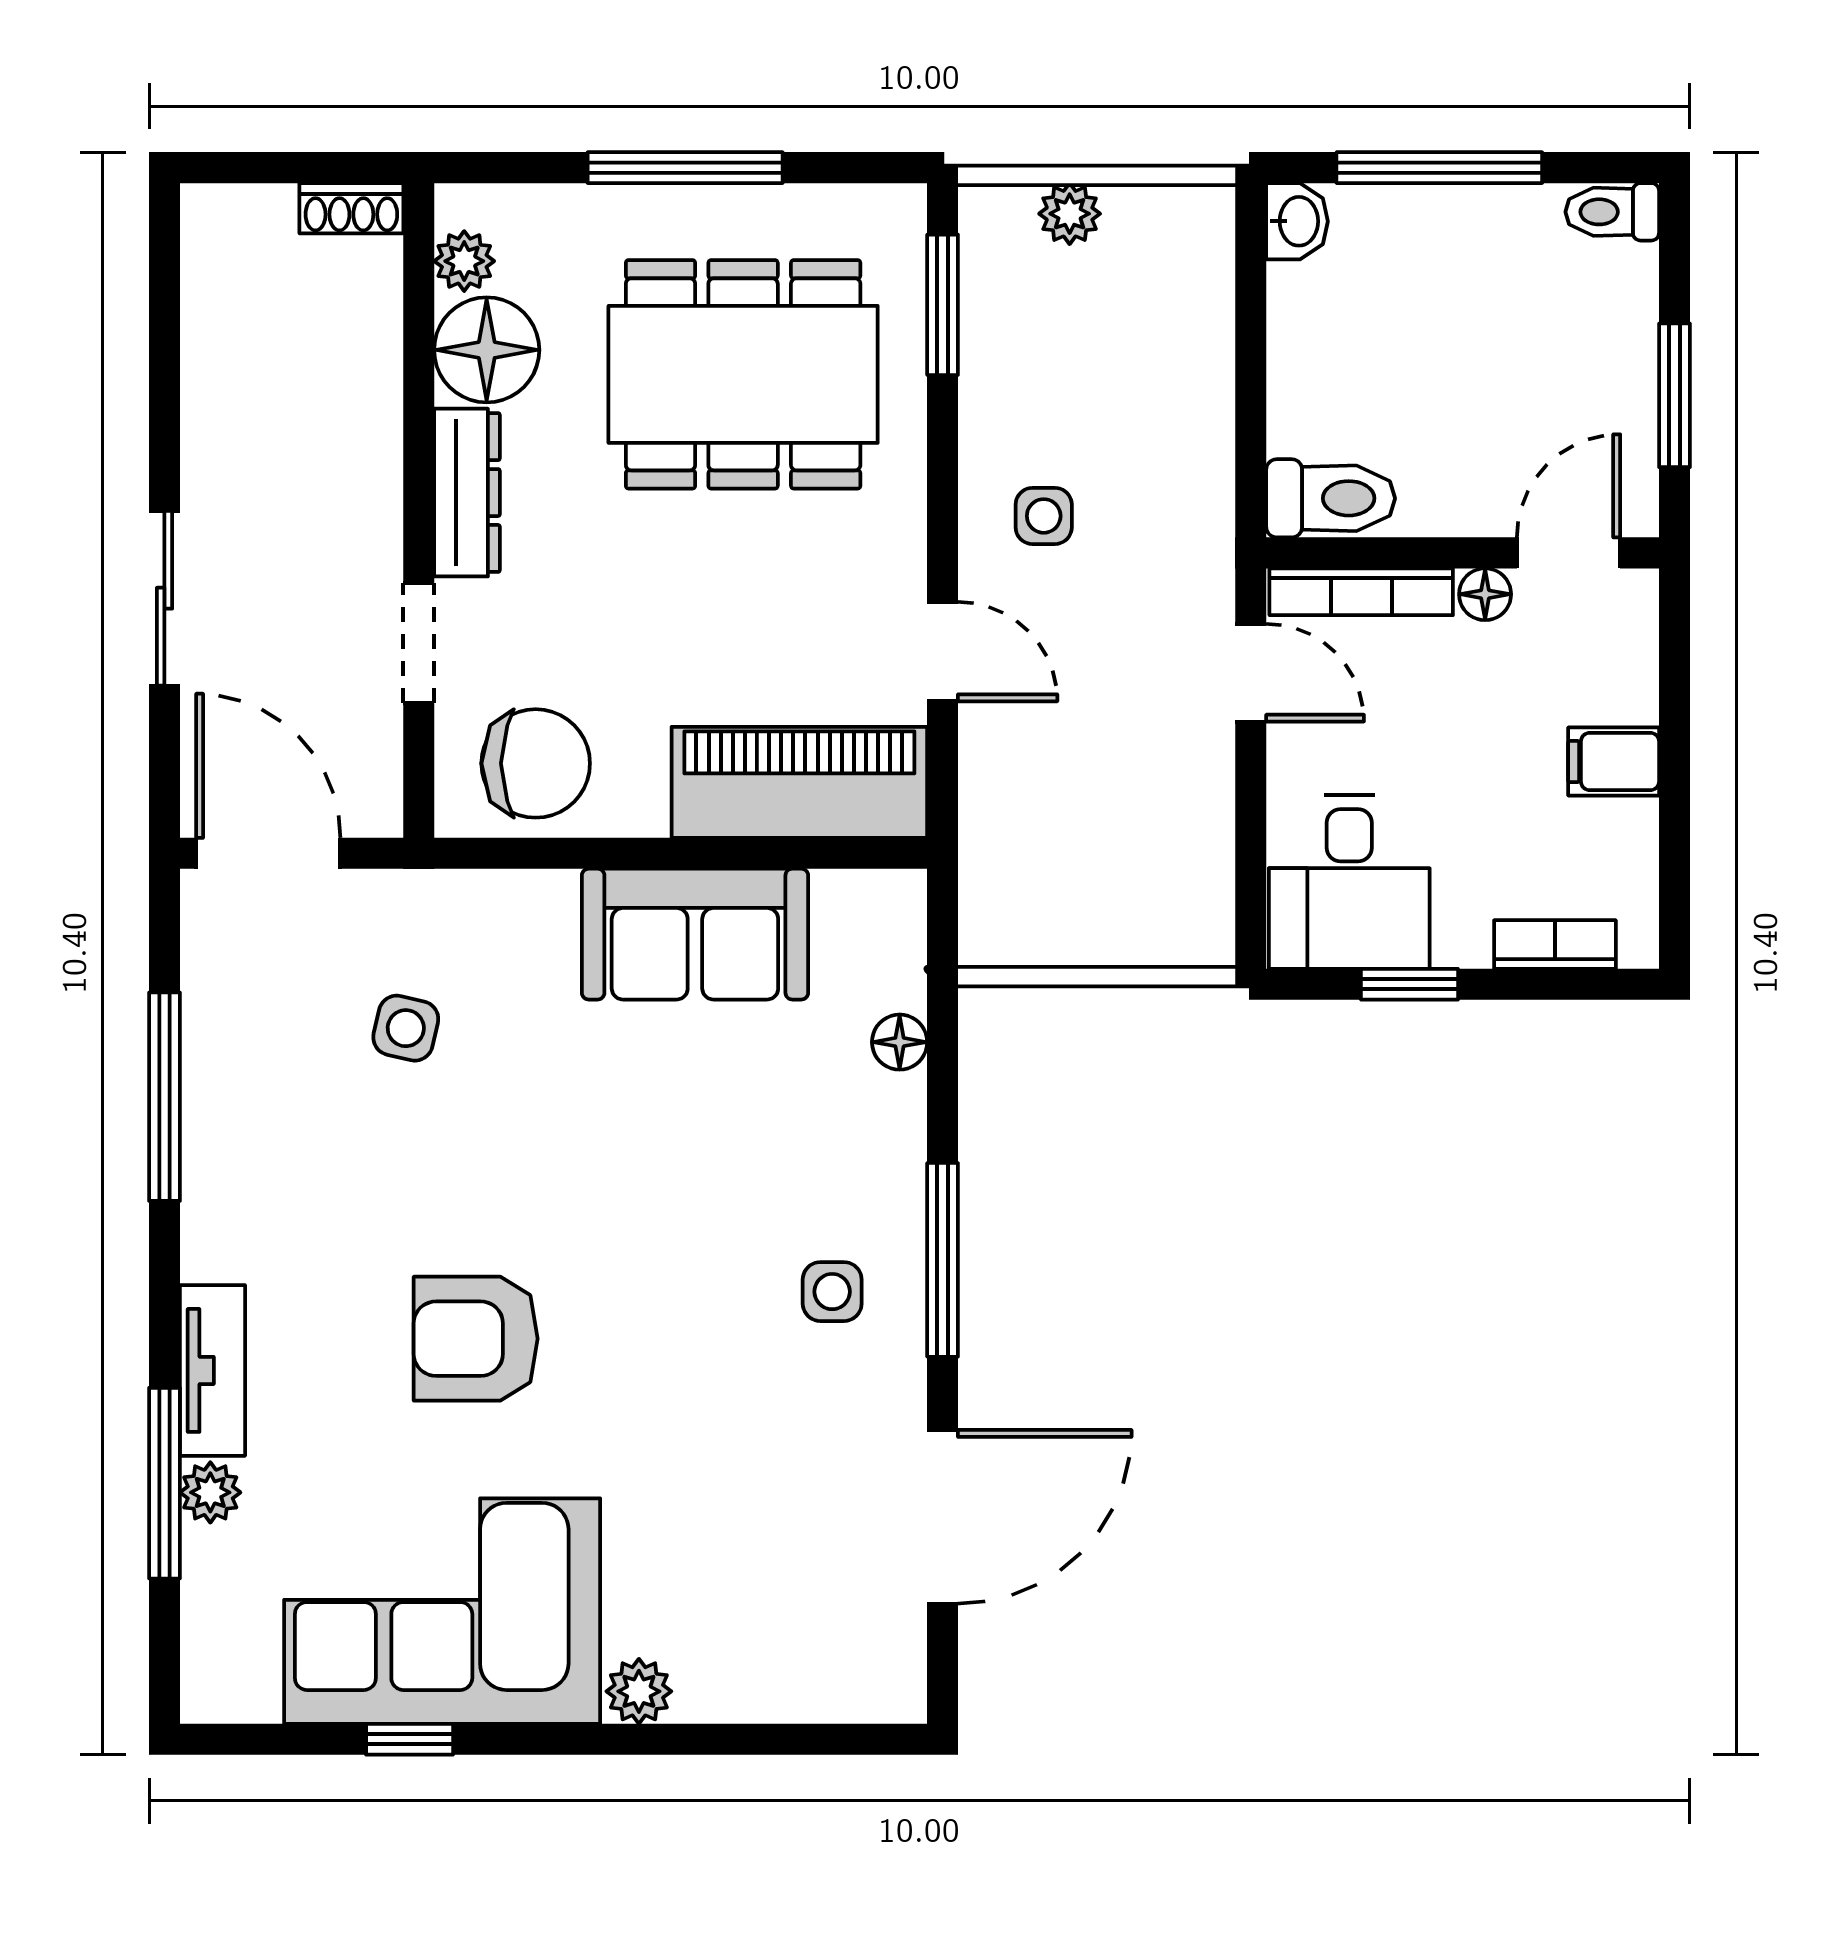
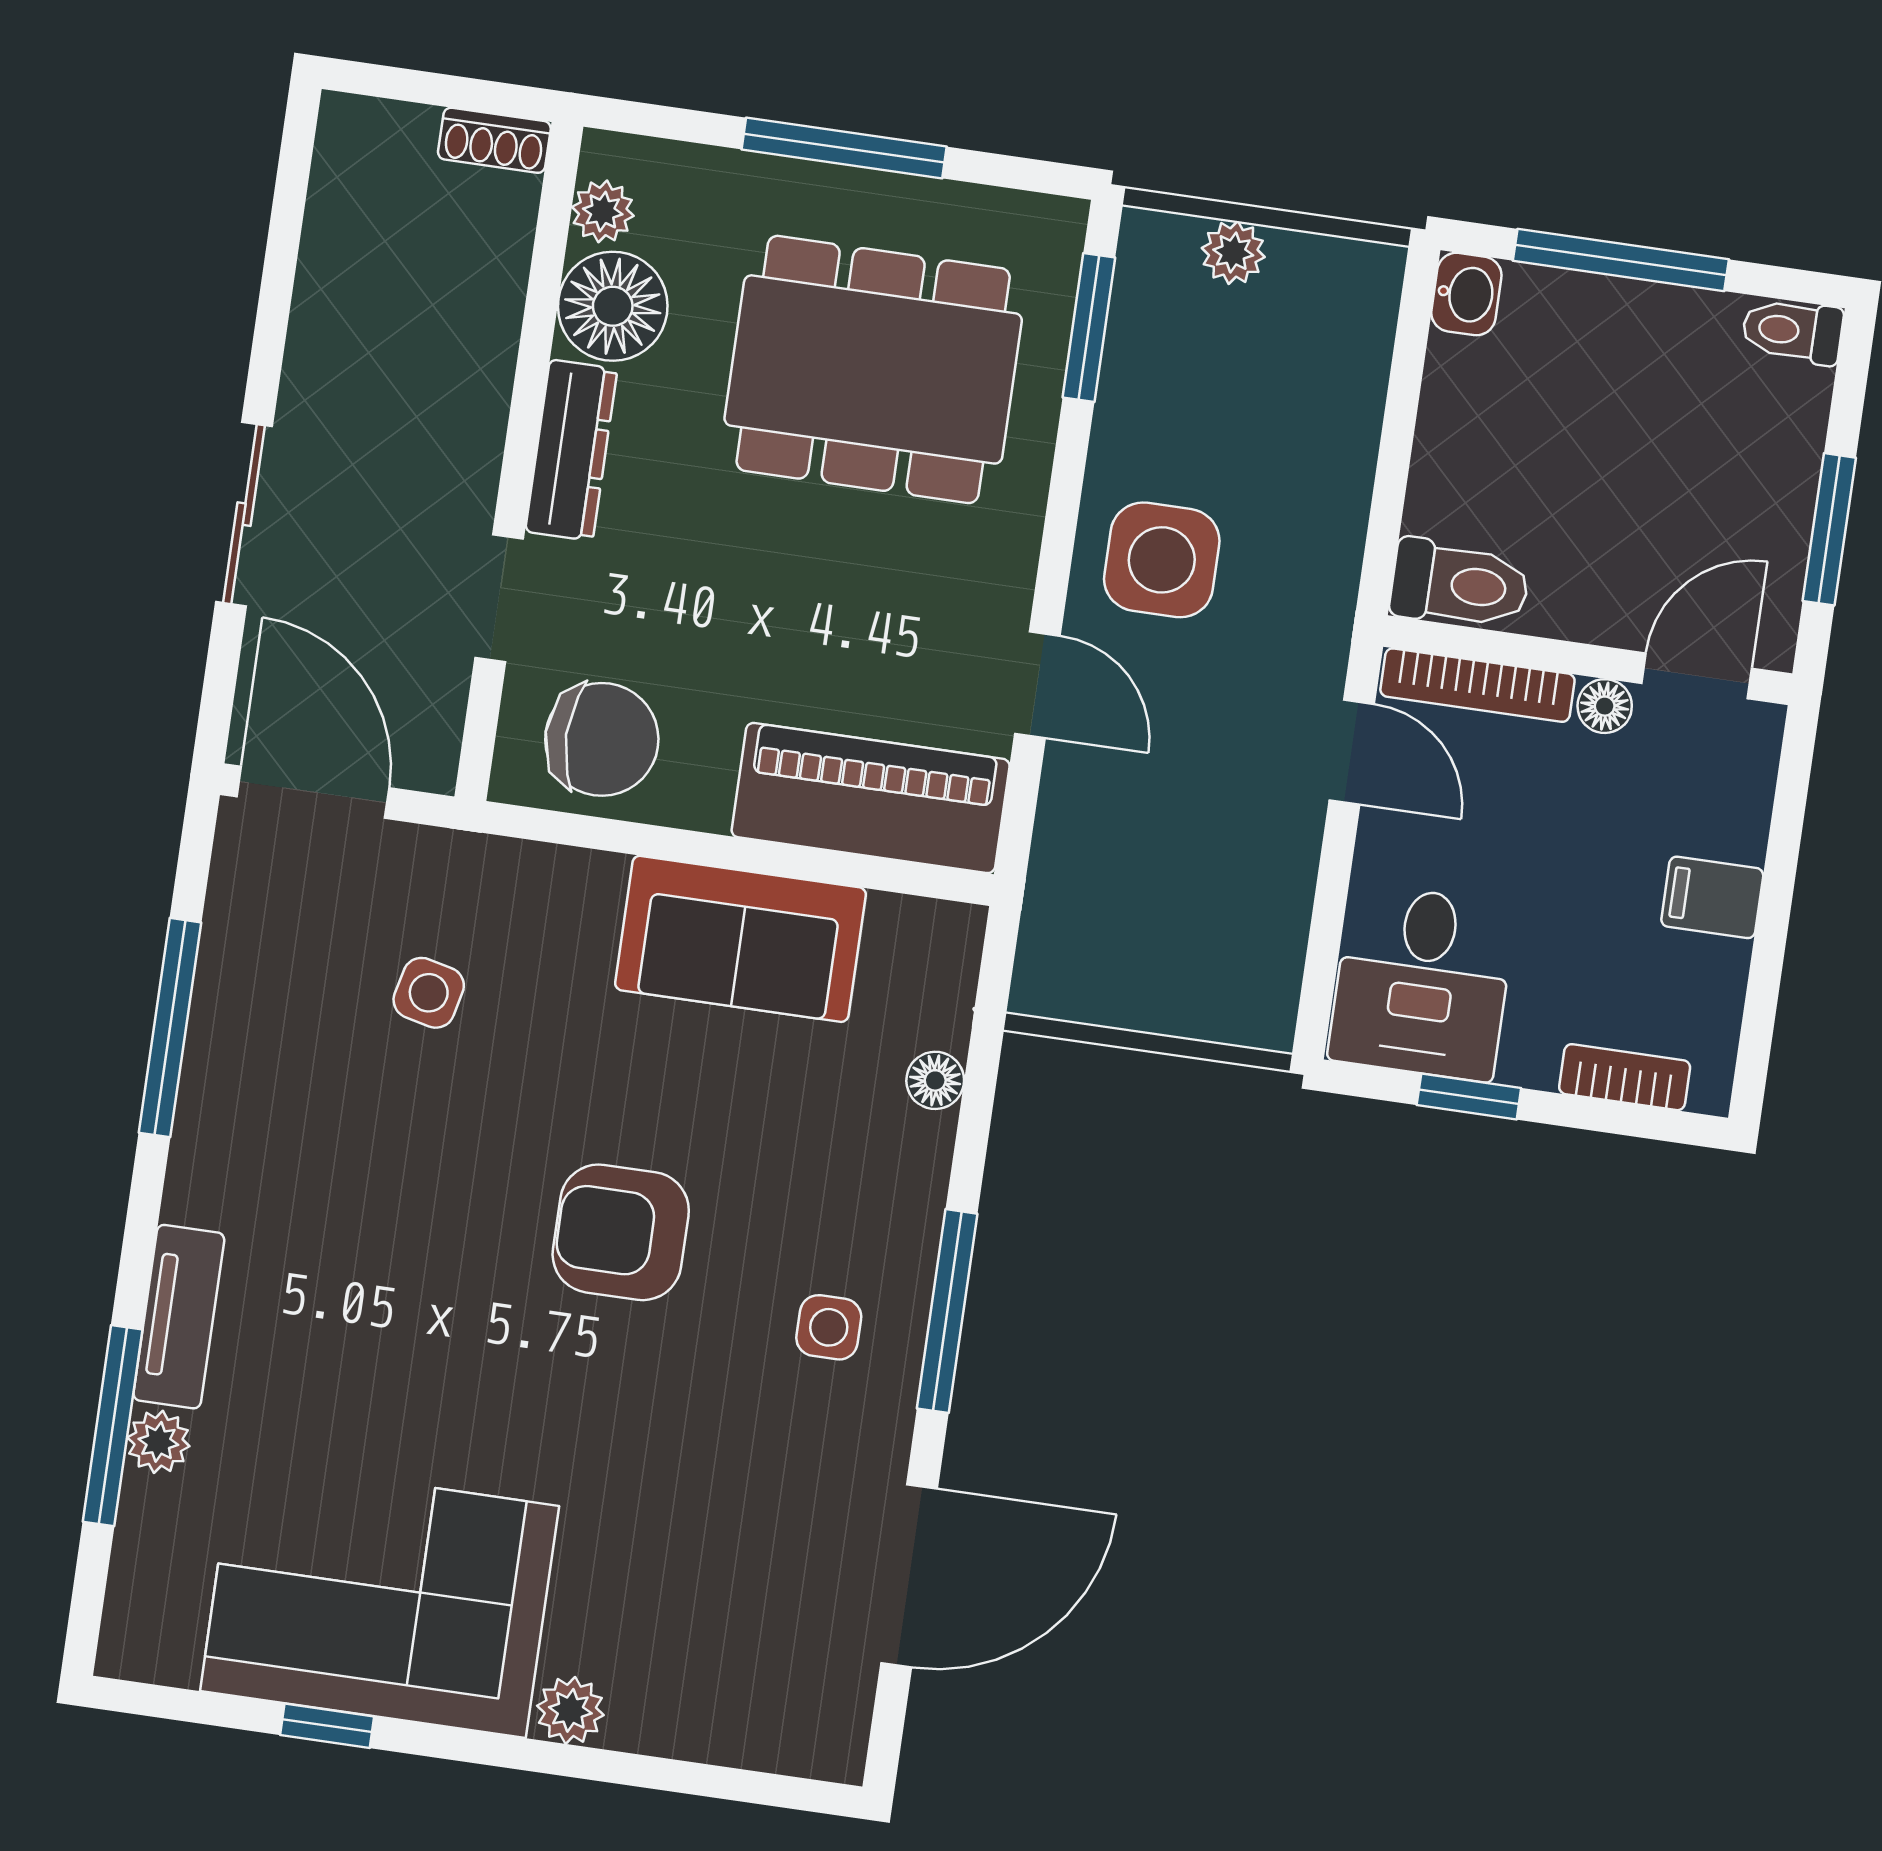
side table: (1044, 516) -> (1162, 560), width x1.87, depth x1.87
armchair: (476, 1339) -> (621, 1232), moved

